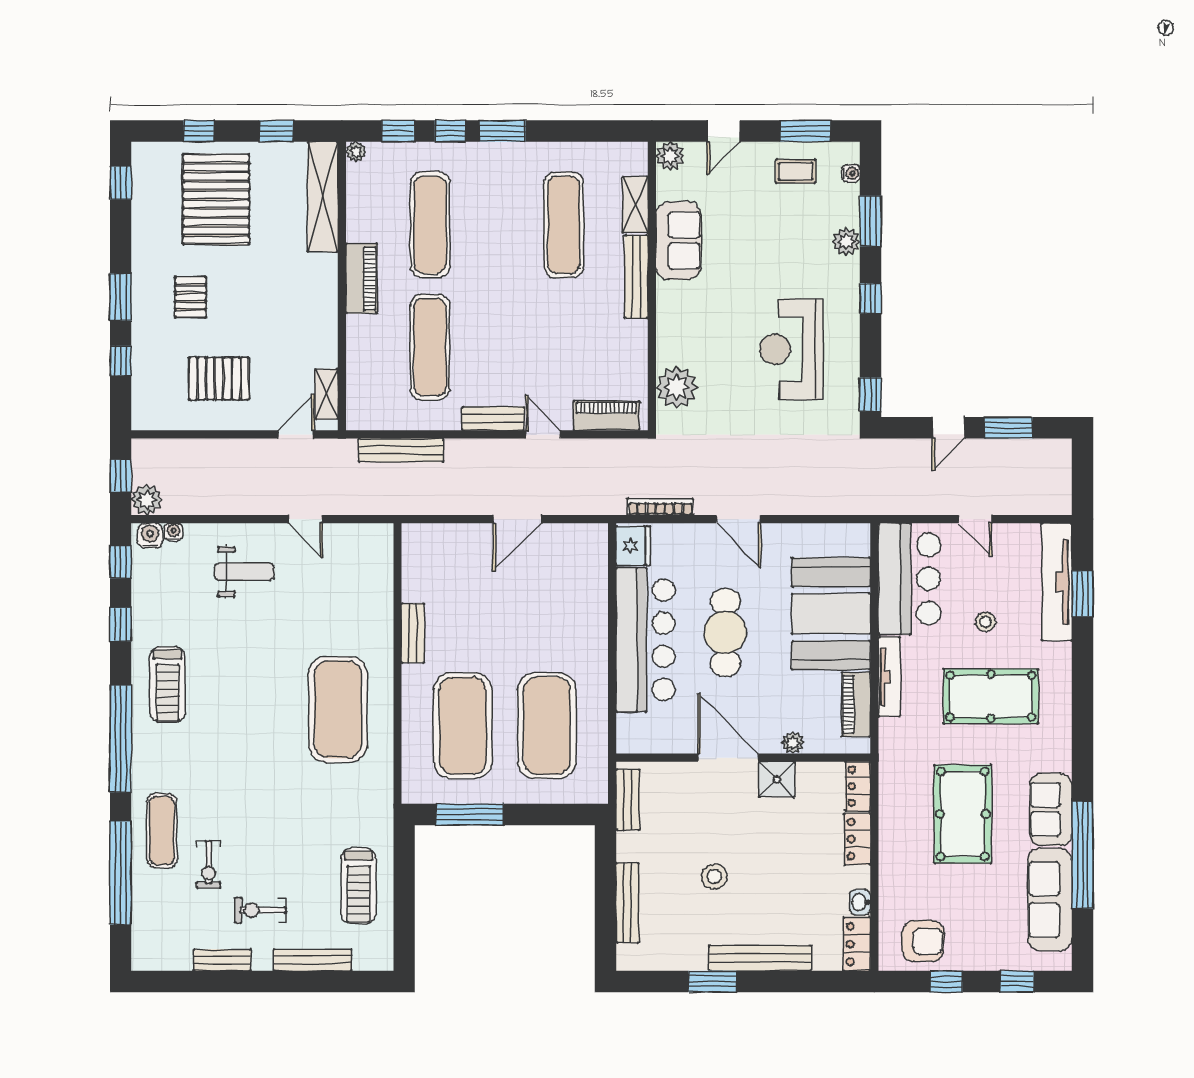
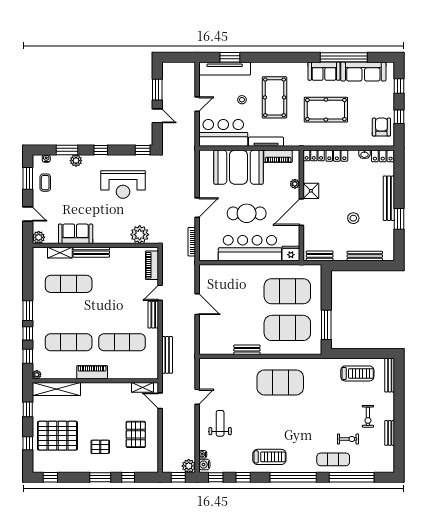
fridge: (633, 546) -> (291, 254), moved
bench: (312, 960) -> (390, 375), moved

